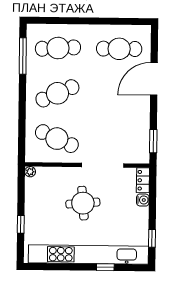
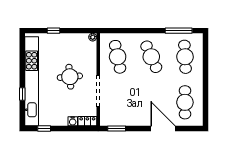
cafe table: (57, 139) -> (118, 57), turned -36

